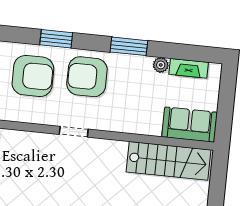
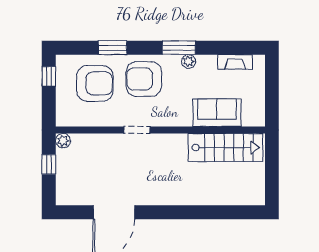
plant: (161, 65) -> (189, 61), moved
sofa: (190, 125) -> (217, 113), moved

